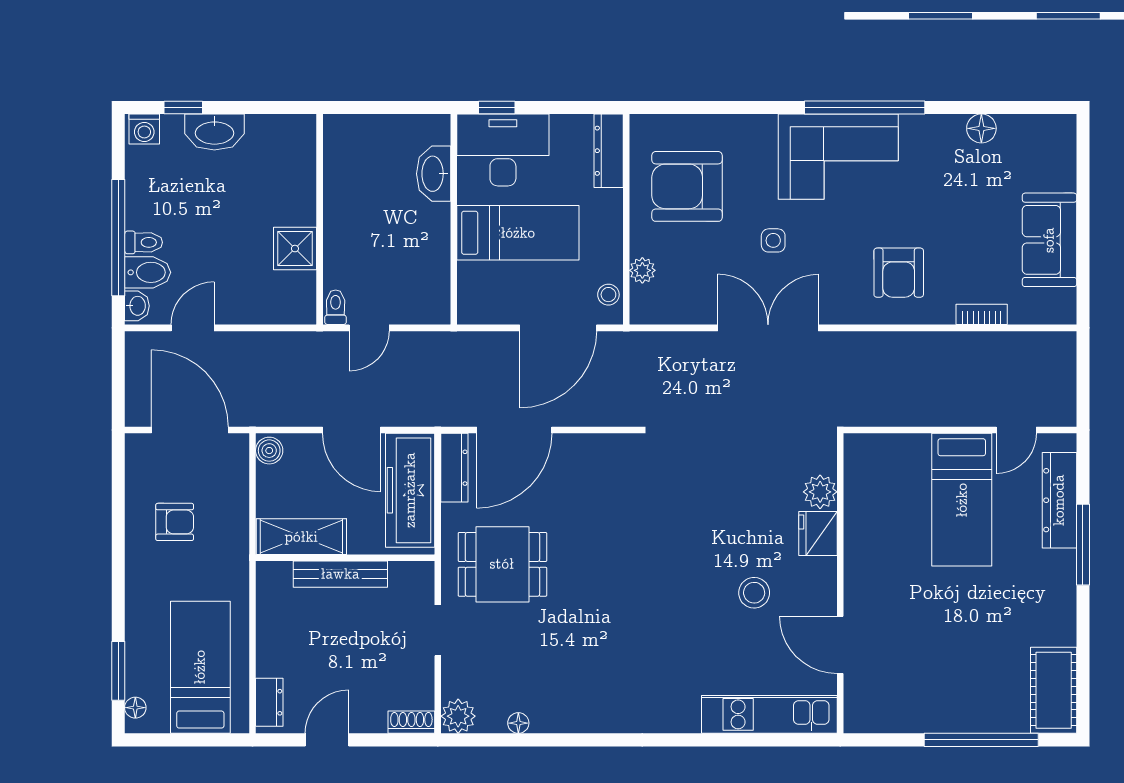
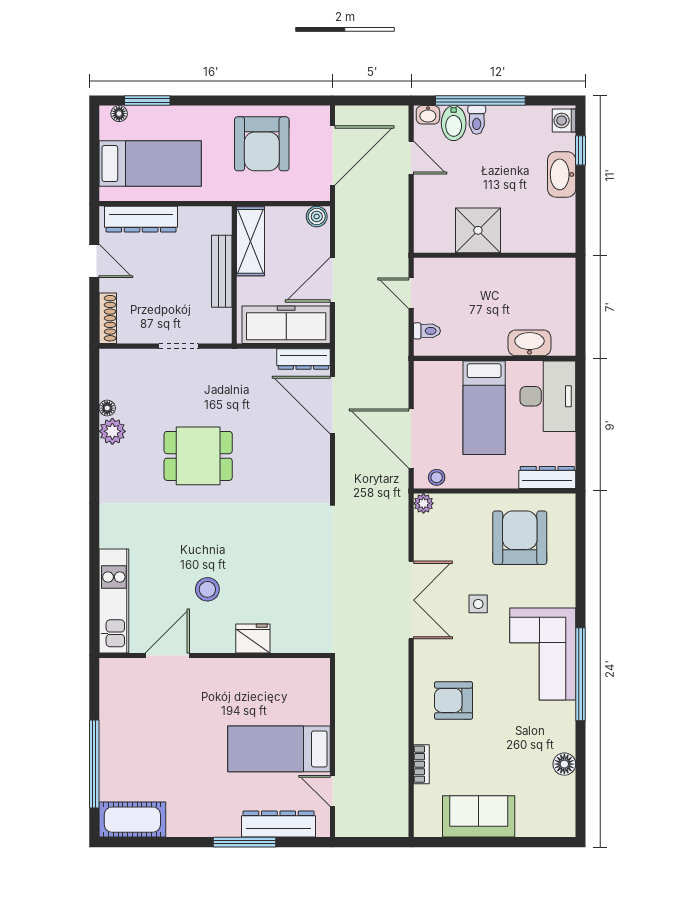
window: (497, 107) -> (580, 391), removed
shower: (295, 249) -> (478, 230), width x1.36, depth x1.36
plant: (642, 270) -> (423, 503), moved
toilet: (336, 307) -> (427, 331), moved
plant: (820, 492) -> (285, 640), removed
armchair: (175, 522) -> (262, 144), width x1.88, depth x1.88
dining table: (502, 564) -> (198, 456), moved, turned 90
dresser: (269, 702) -> (141, 219), width x1.96, depth x1.24
plant: (458, 716) -> (112, 431), moved
shoe rack: (411, 722) -> (108, 318), width x1.43

